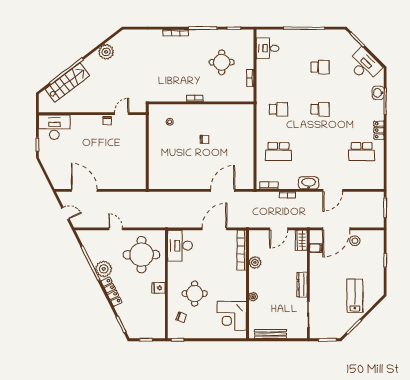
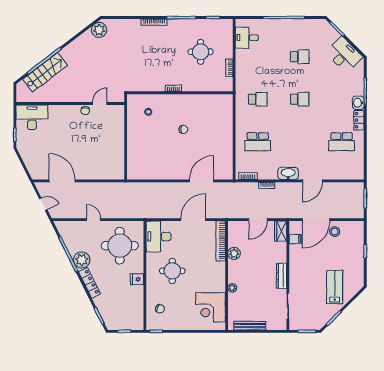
plant: (106, 52) -> (99, 30), moved
washbasin: (378, 93) -> (358, 103), moved
round table: (195, 294) -> (172, 271), moved

